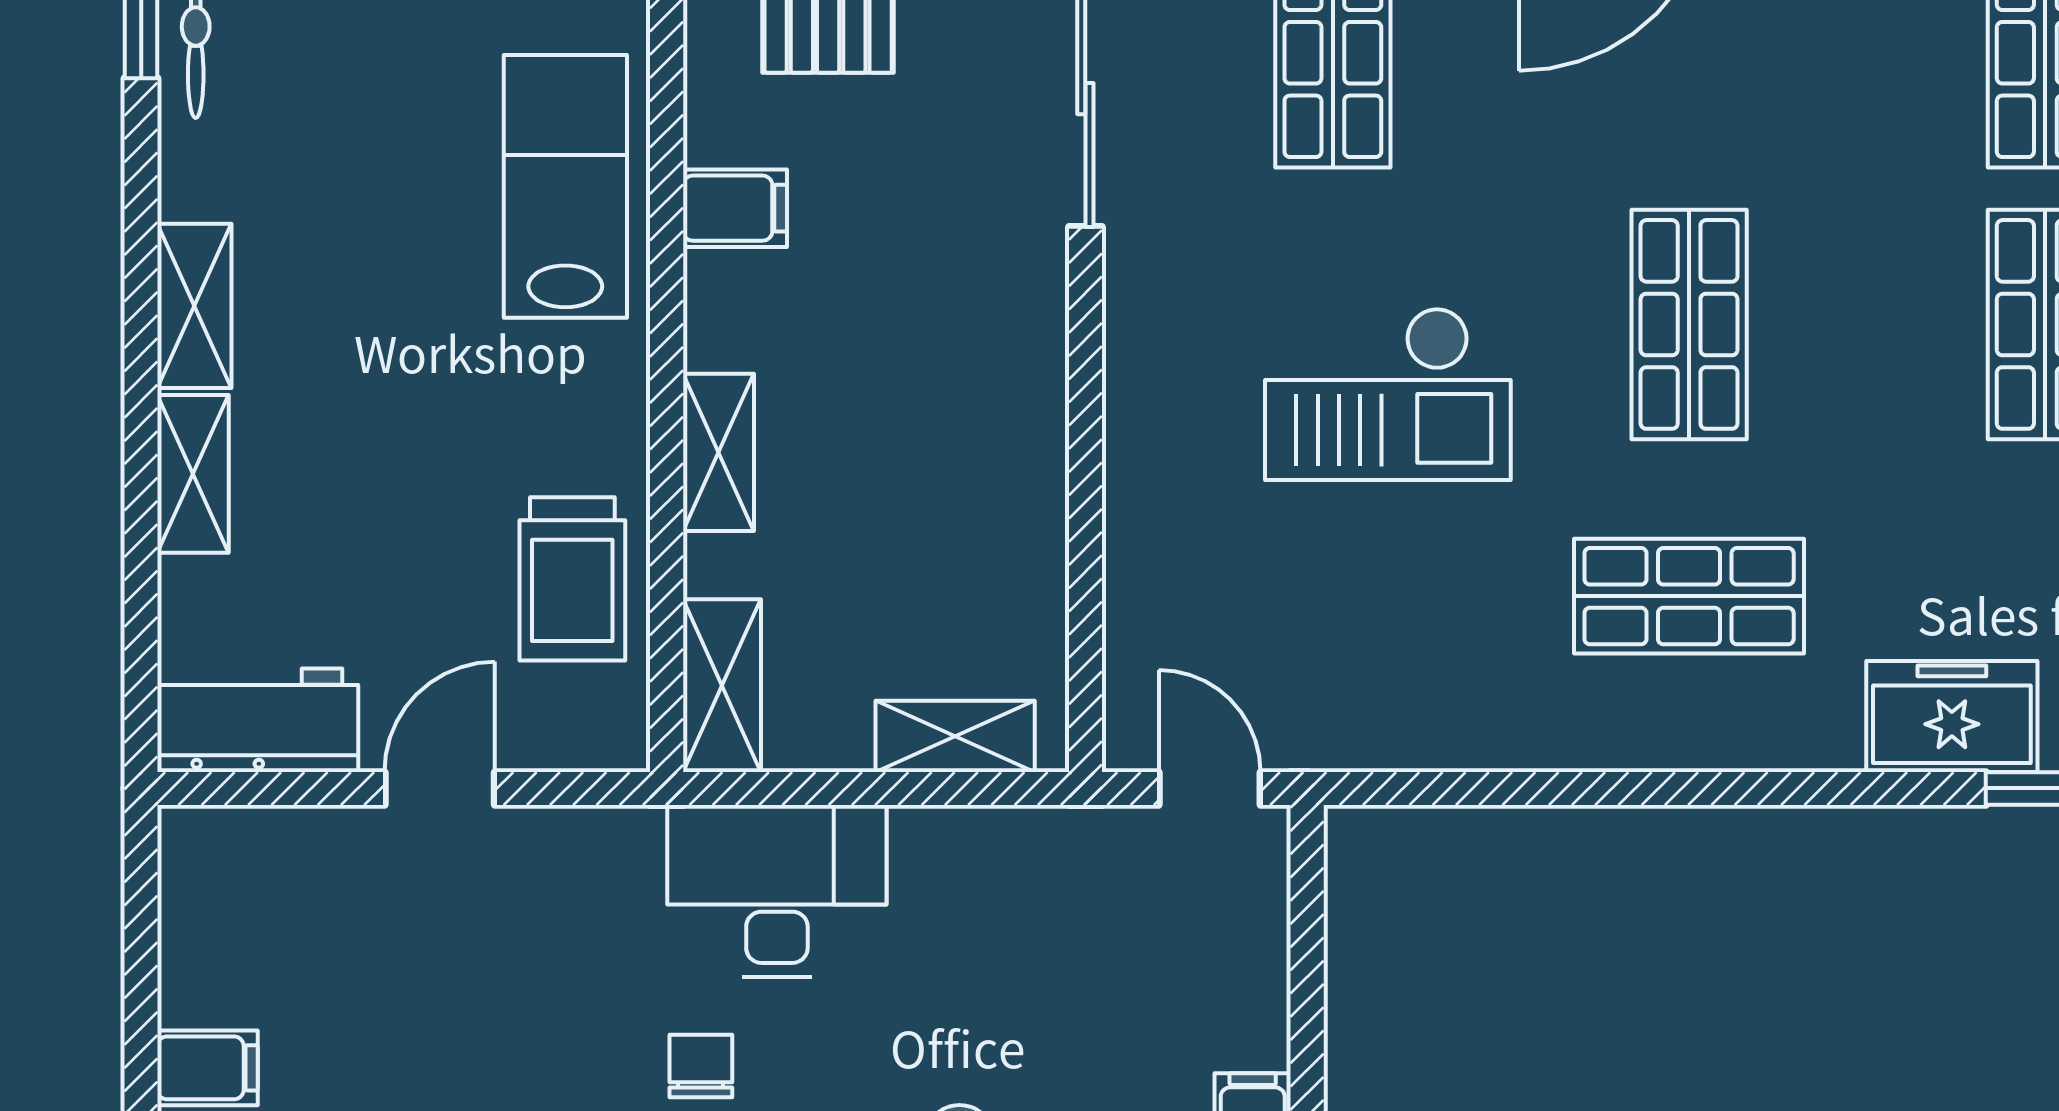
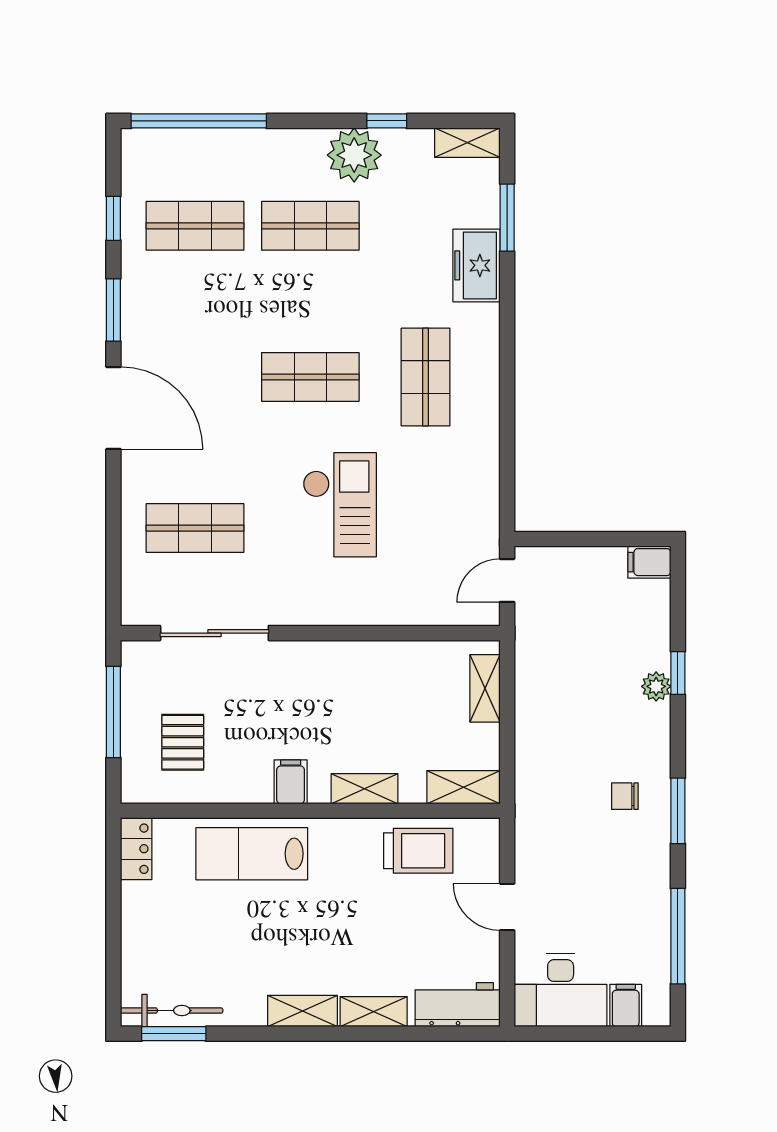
filing cabinet: (735, 208) -> (291, 782), moved
workbench: (258, 720) -> (458, 1005), moved, turned 90
desk: (777, 891) -> (561, 990), moved, turned -90

